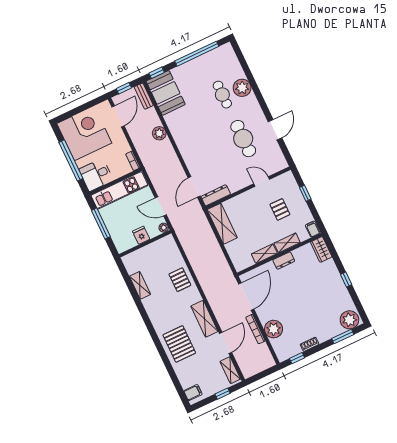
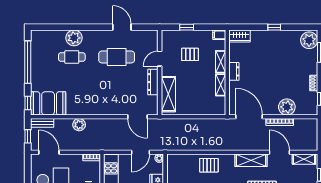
dresser: (216, 195) -> (153, 82), moved
shelving: (222, 224) -> (168, 94), moved, turned 90

